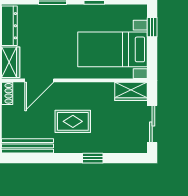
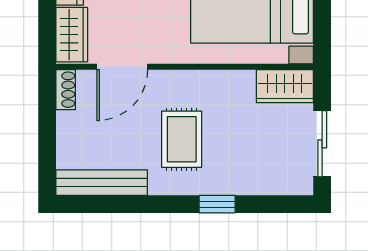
rug: (73, 121) -> (182, 139), turned 90

